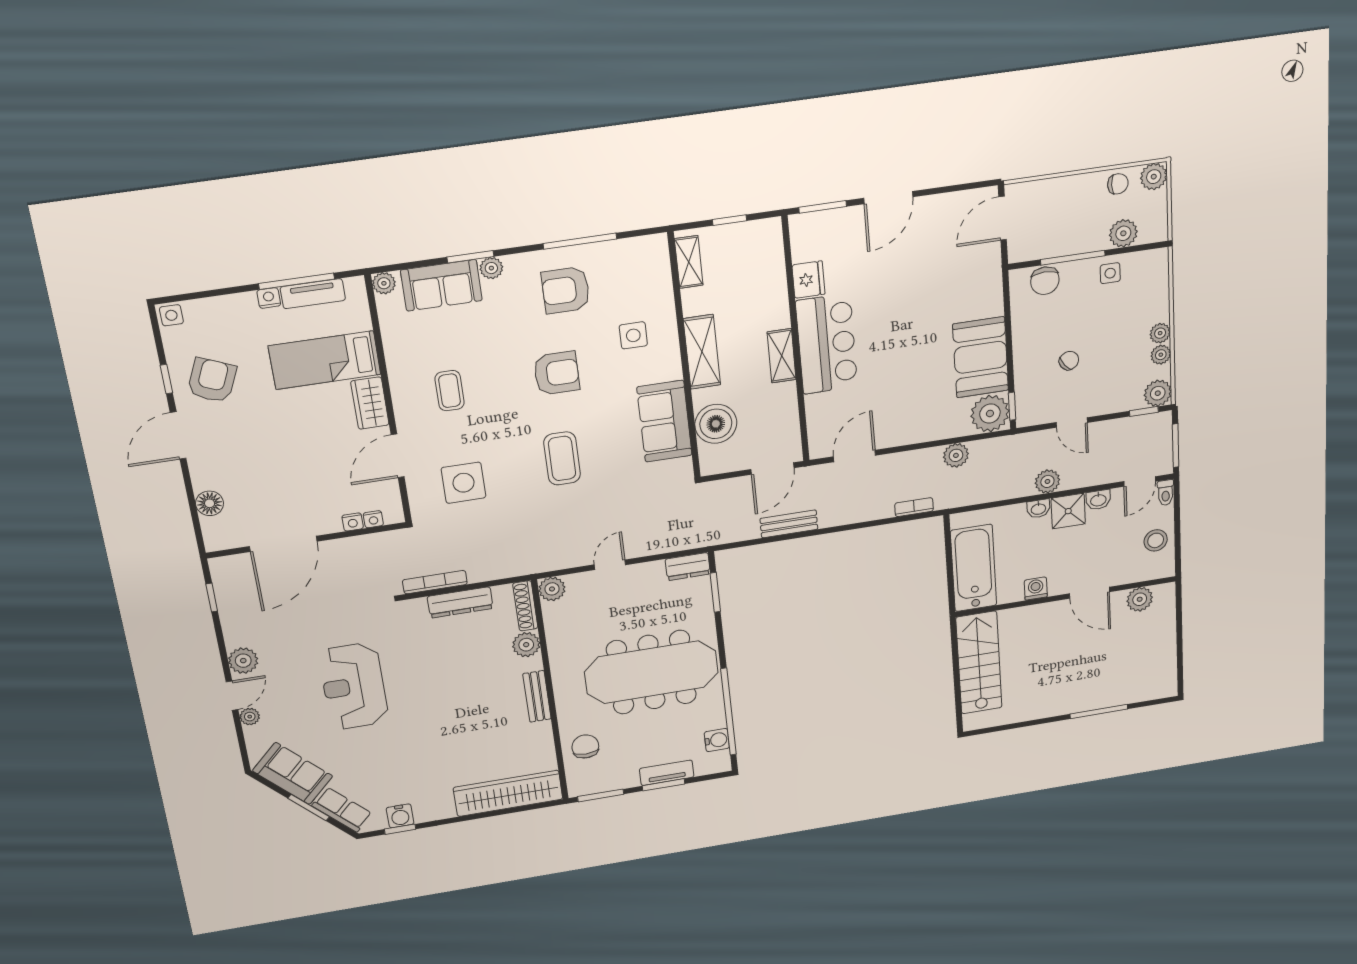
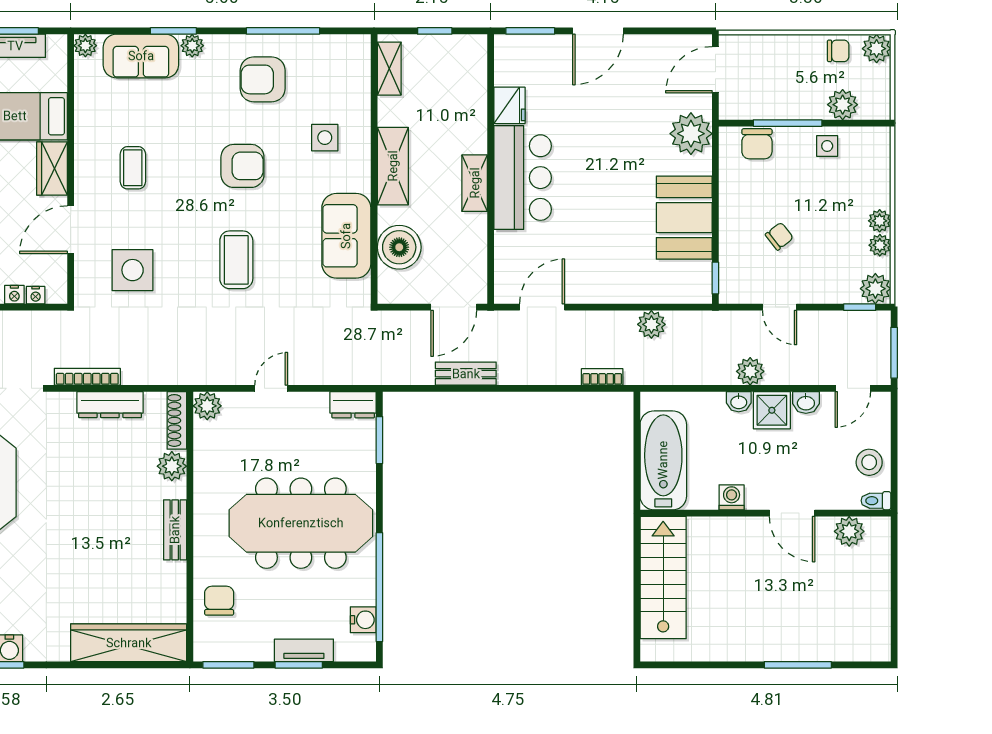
plant: (990, 413) -> (691, 134), moved
toilet: (1166, 493) -> (876, 501), moved, turned 90

